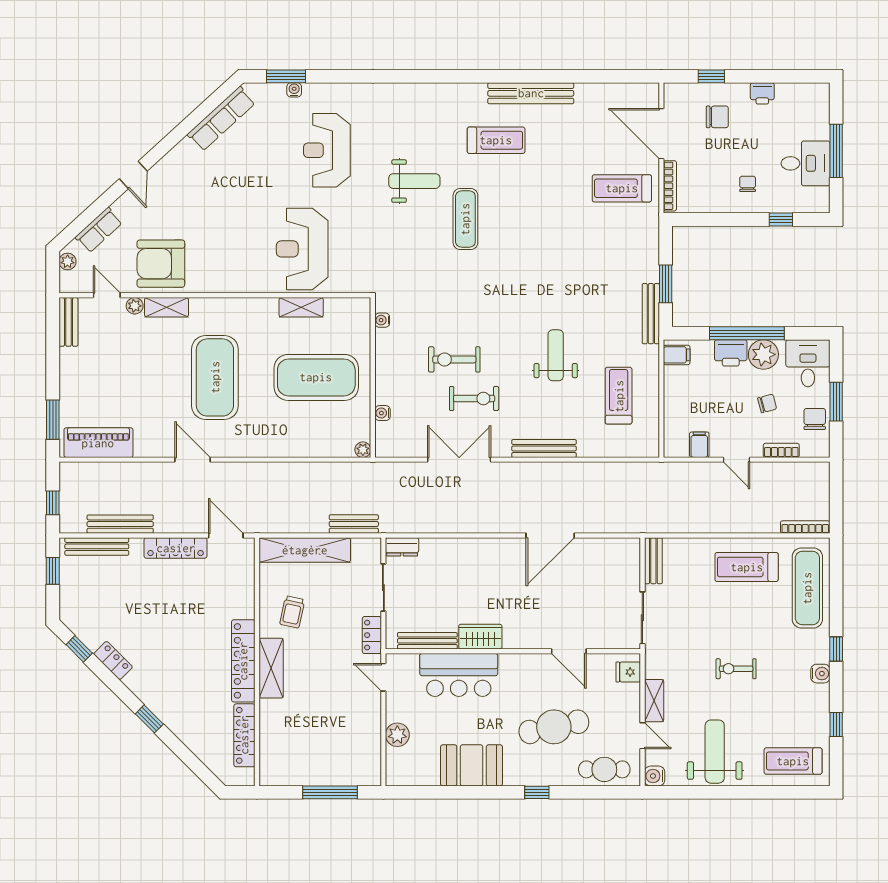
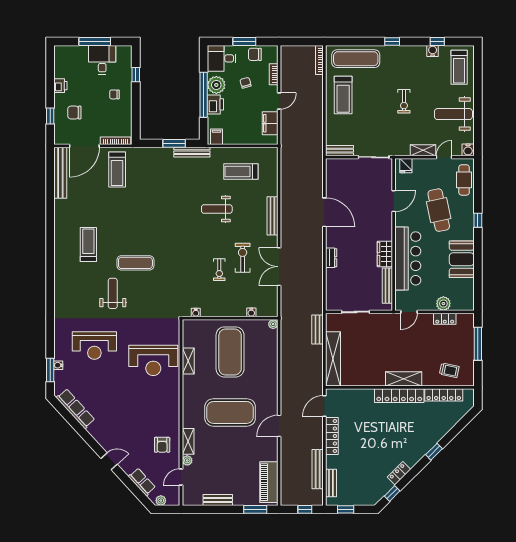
bench: (531, 93) -> (60, 173), moved
chair: (717, 117) -> (74, 113), turned -90
armchair: (161, 264) -> (162, 445), width x0.53, depth x0.53
bench: (68, 322) -> (218, 500), moved
exercise bike: (454, 359) -> (219, 270), width x0.73, depth x0.72
filing cabinet: (699, 445) -> (270, 123), width x2.00
bench: (97, 546) -> (331, 483), width x0.73
dresser: (402, 547) -> (331, 258), moved
trolley: (292, 612) -> (449, 370), moved
locker: (372, 635) -> (445, 319), moved
water cooler: (820, 674) -> (433, 51), moved
bar counter: (459, 675) -> (408, 258), width x1.36

